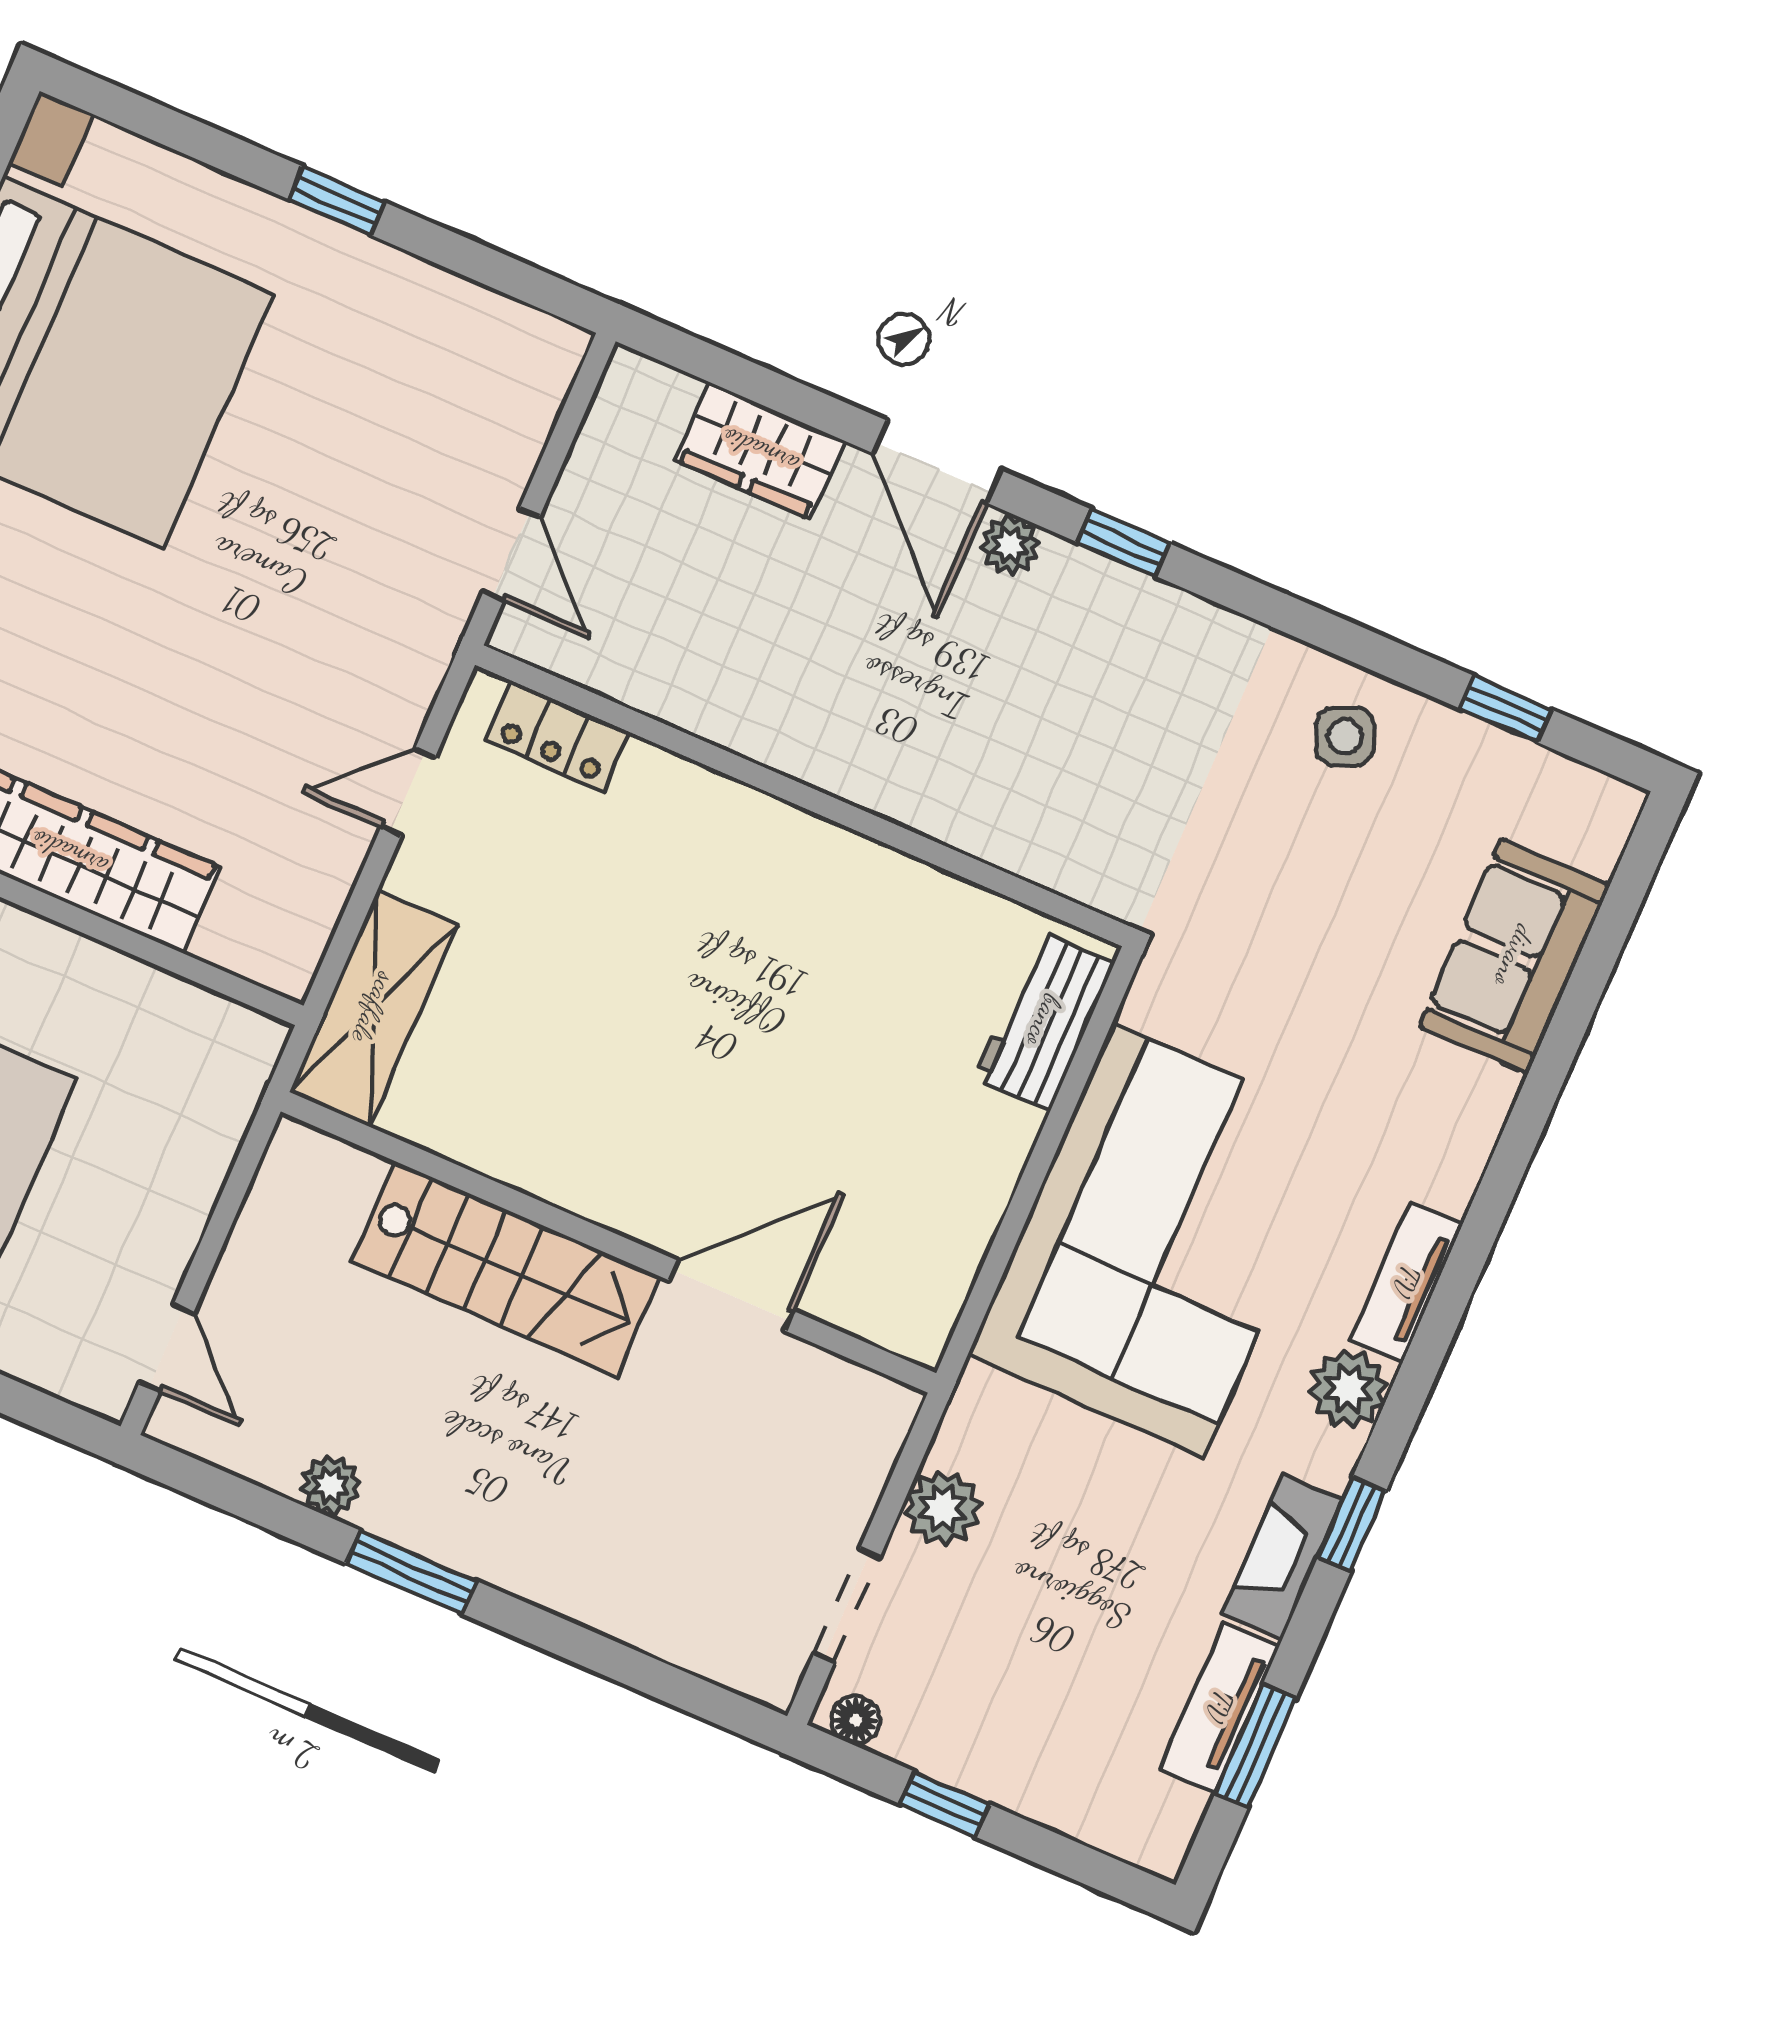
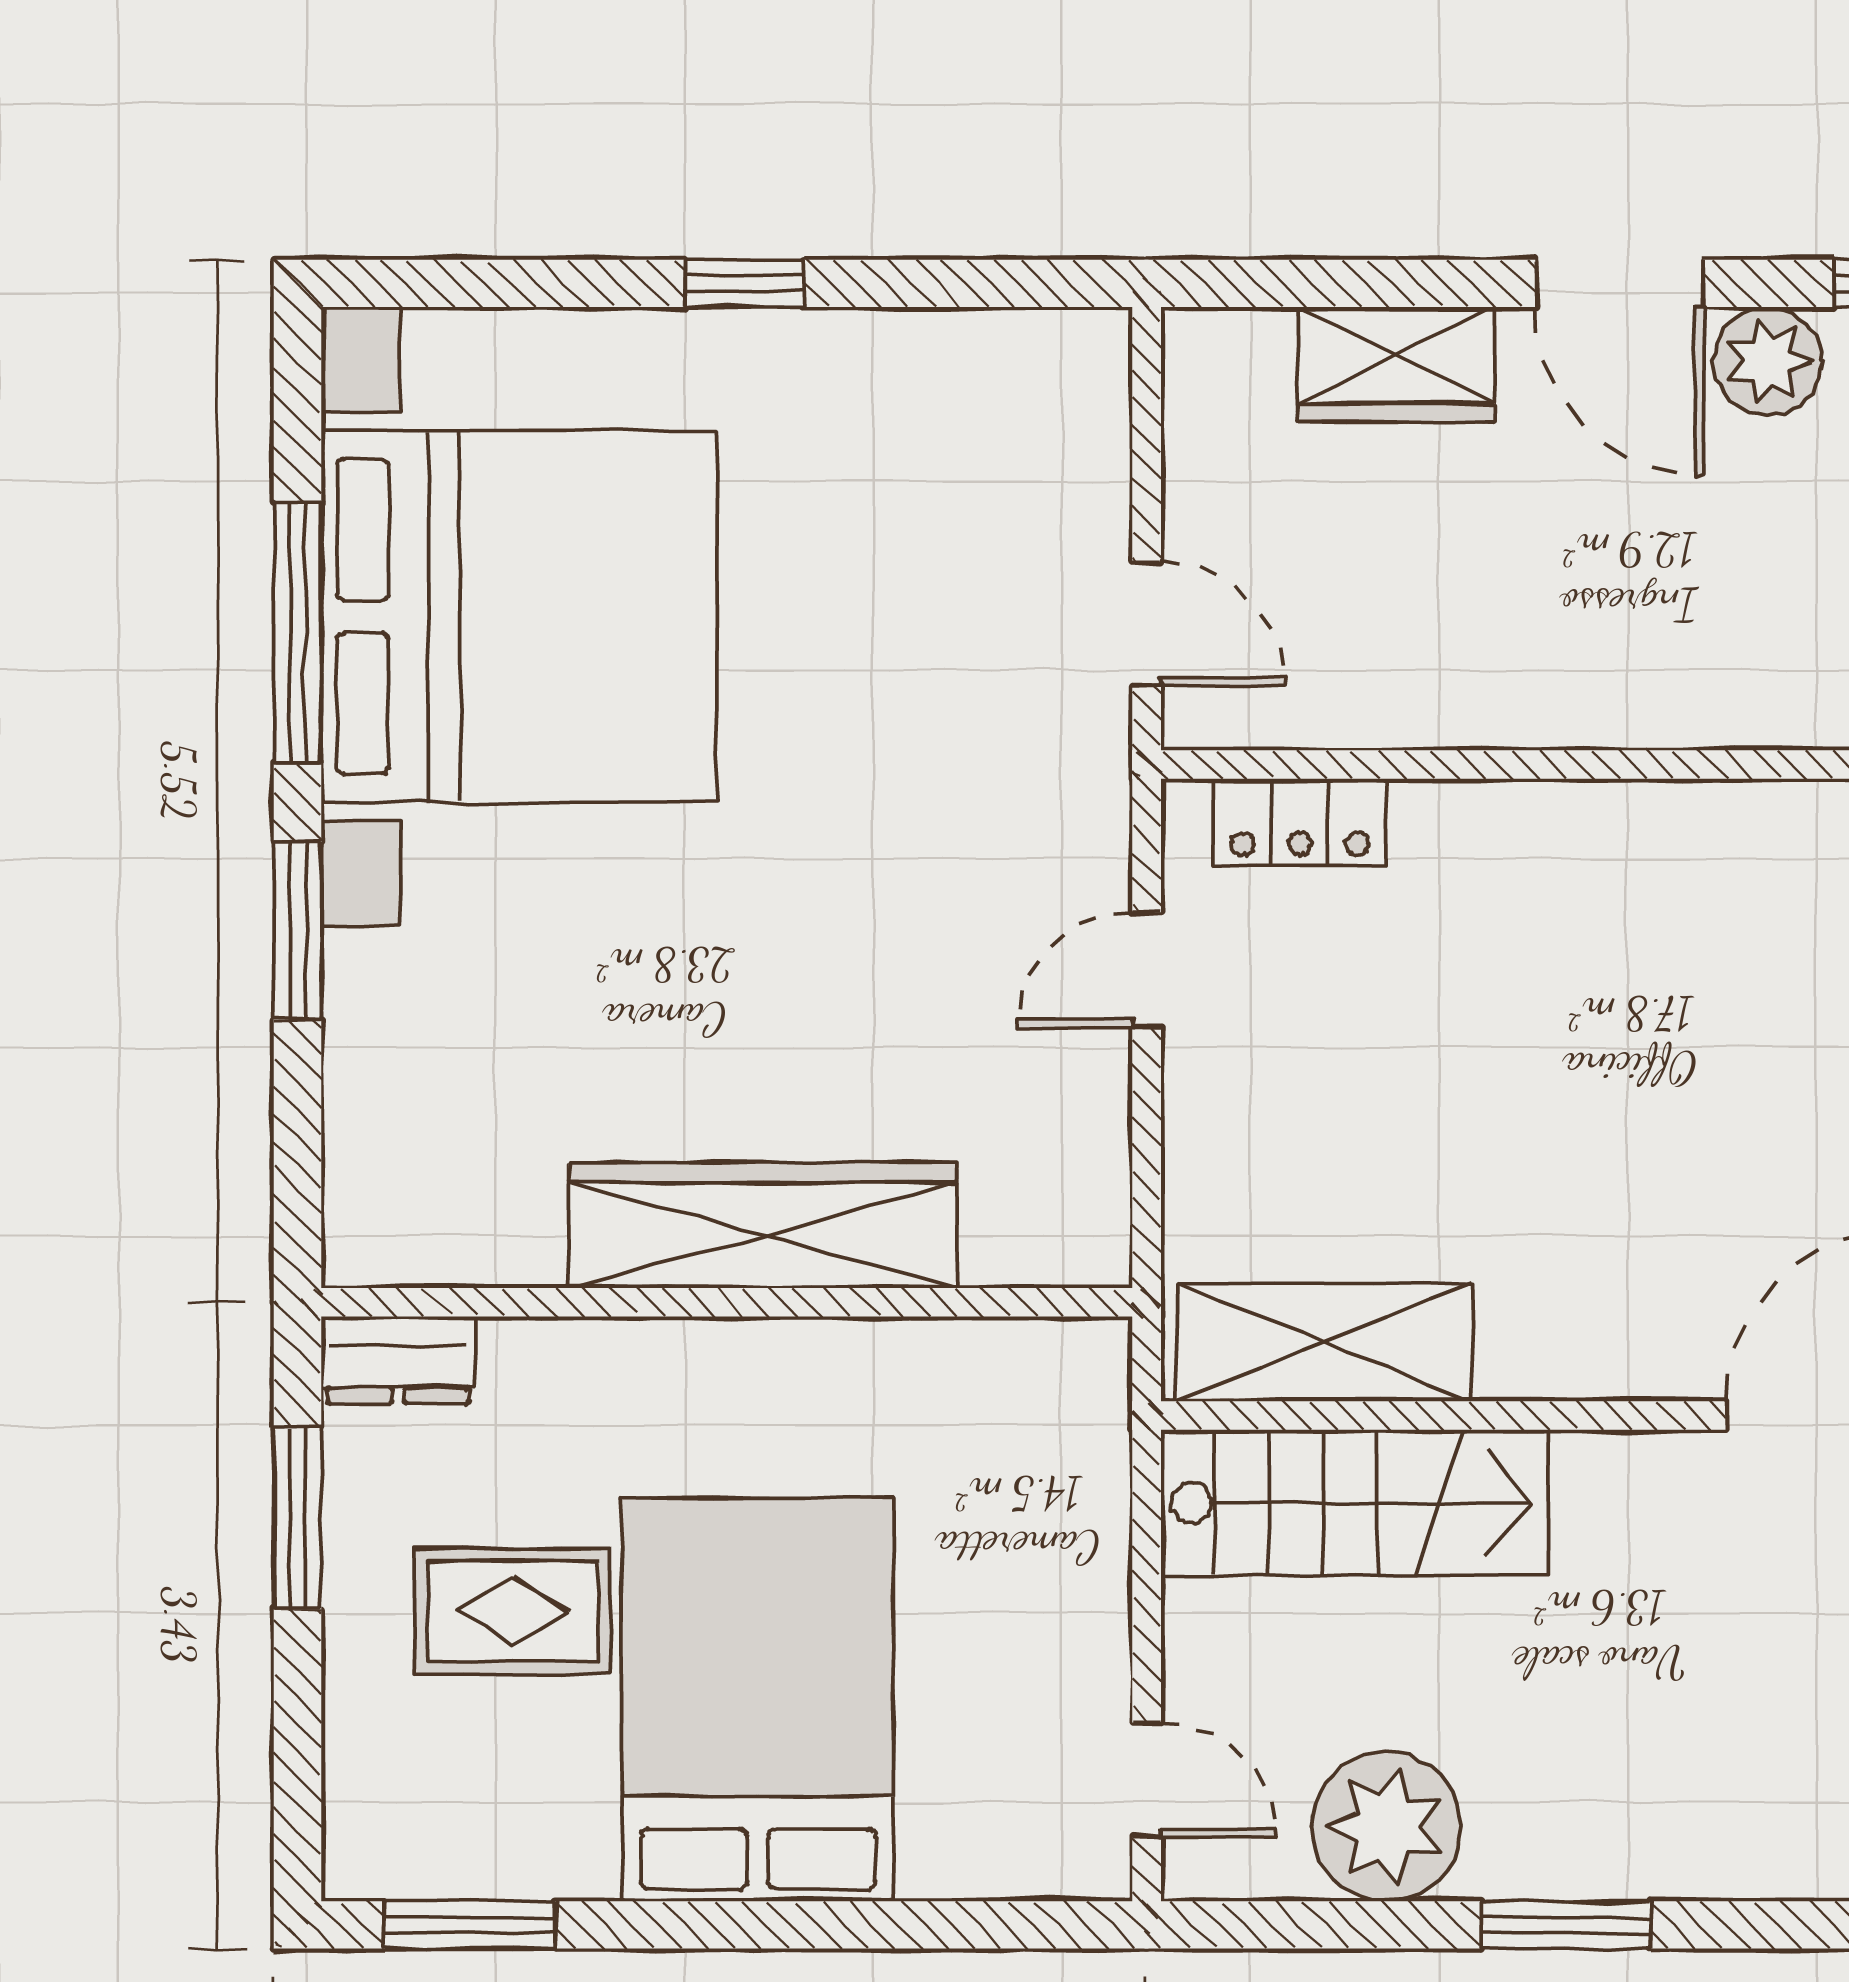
plant: (1010, 545) -> (1768, 361), width x1.38, depth x1.38
shelving: (374, 1008) -> (1325, 1342), moved, turned 90
stairs: (506, 1269) -> (1354, 1503), moved
plant: (331, 1485) -> (1387, 1827), width x1.87, depth x1.87

